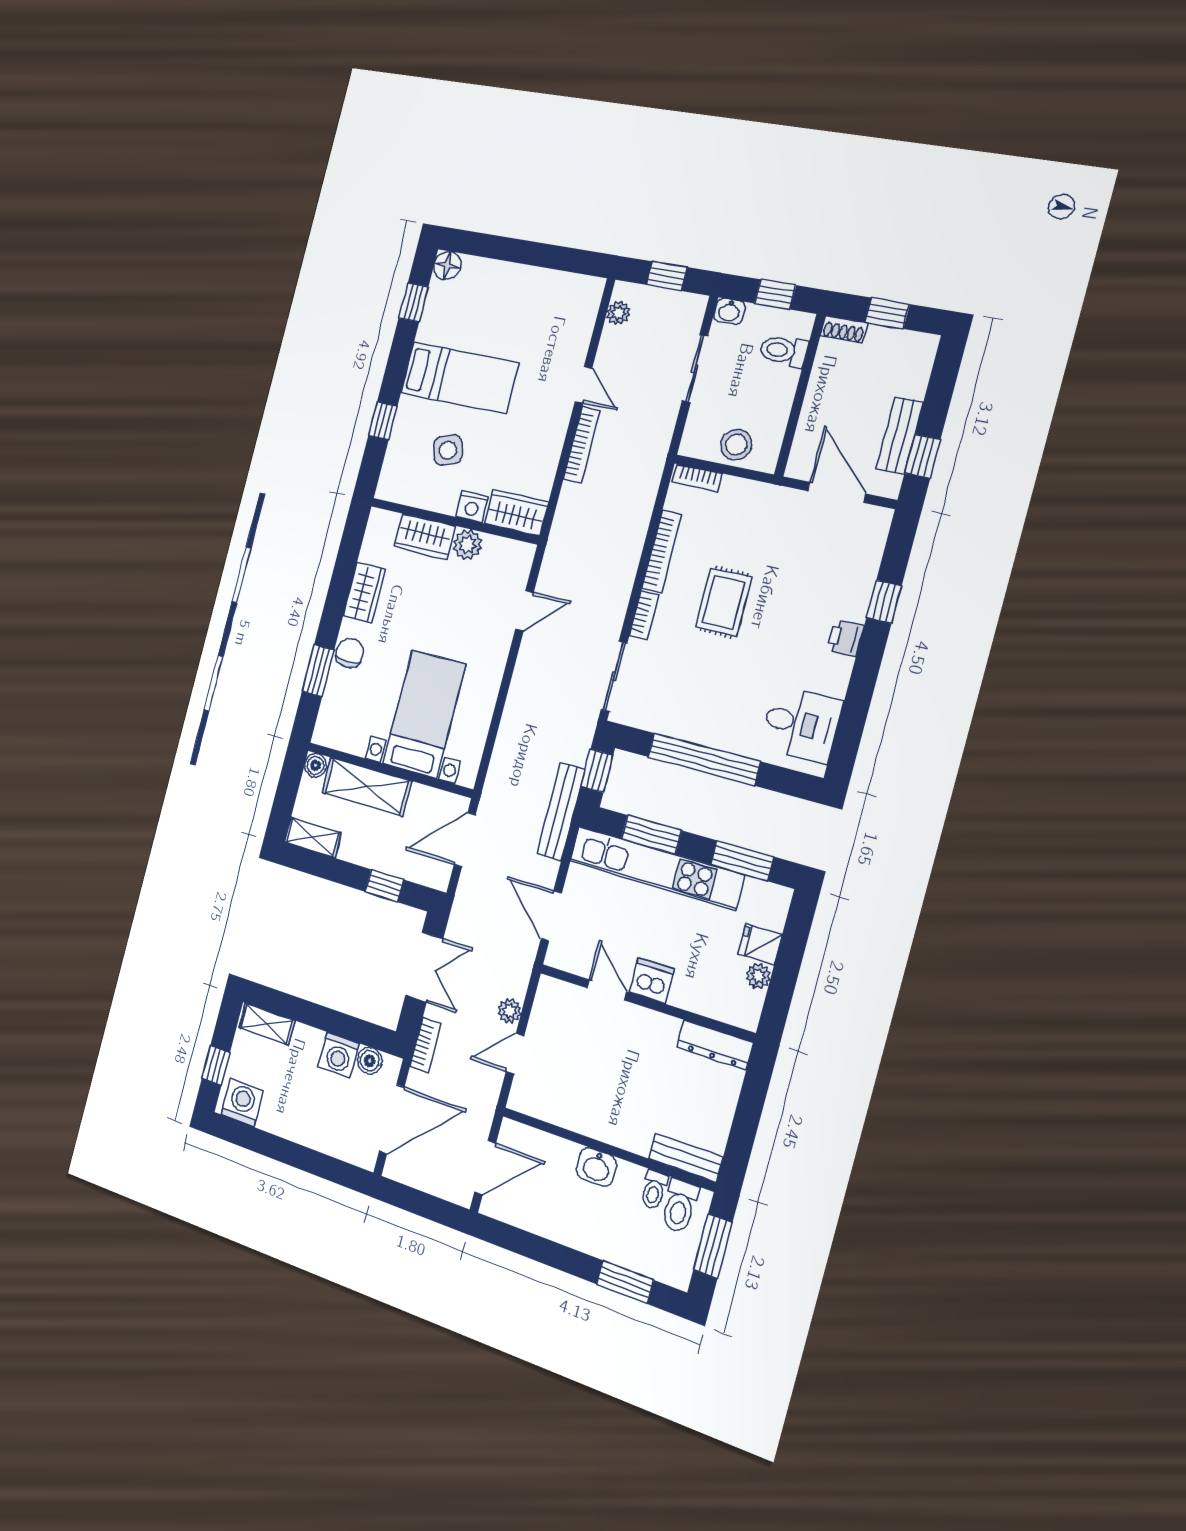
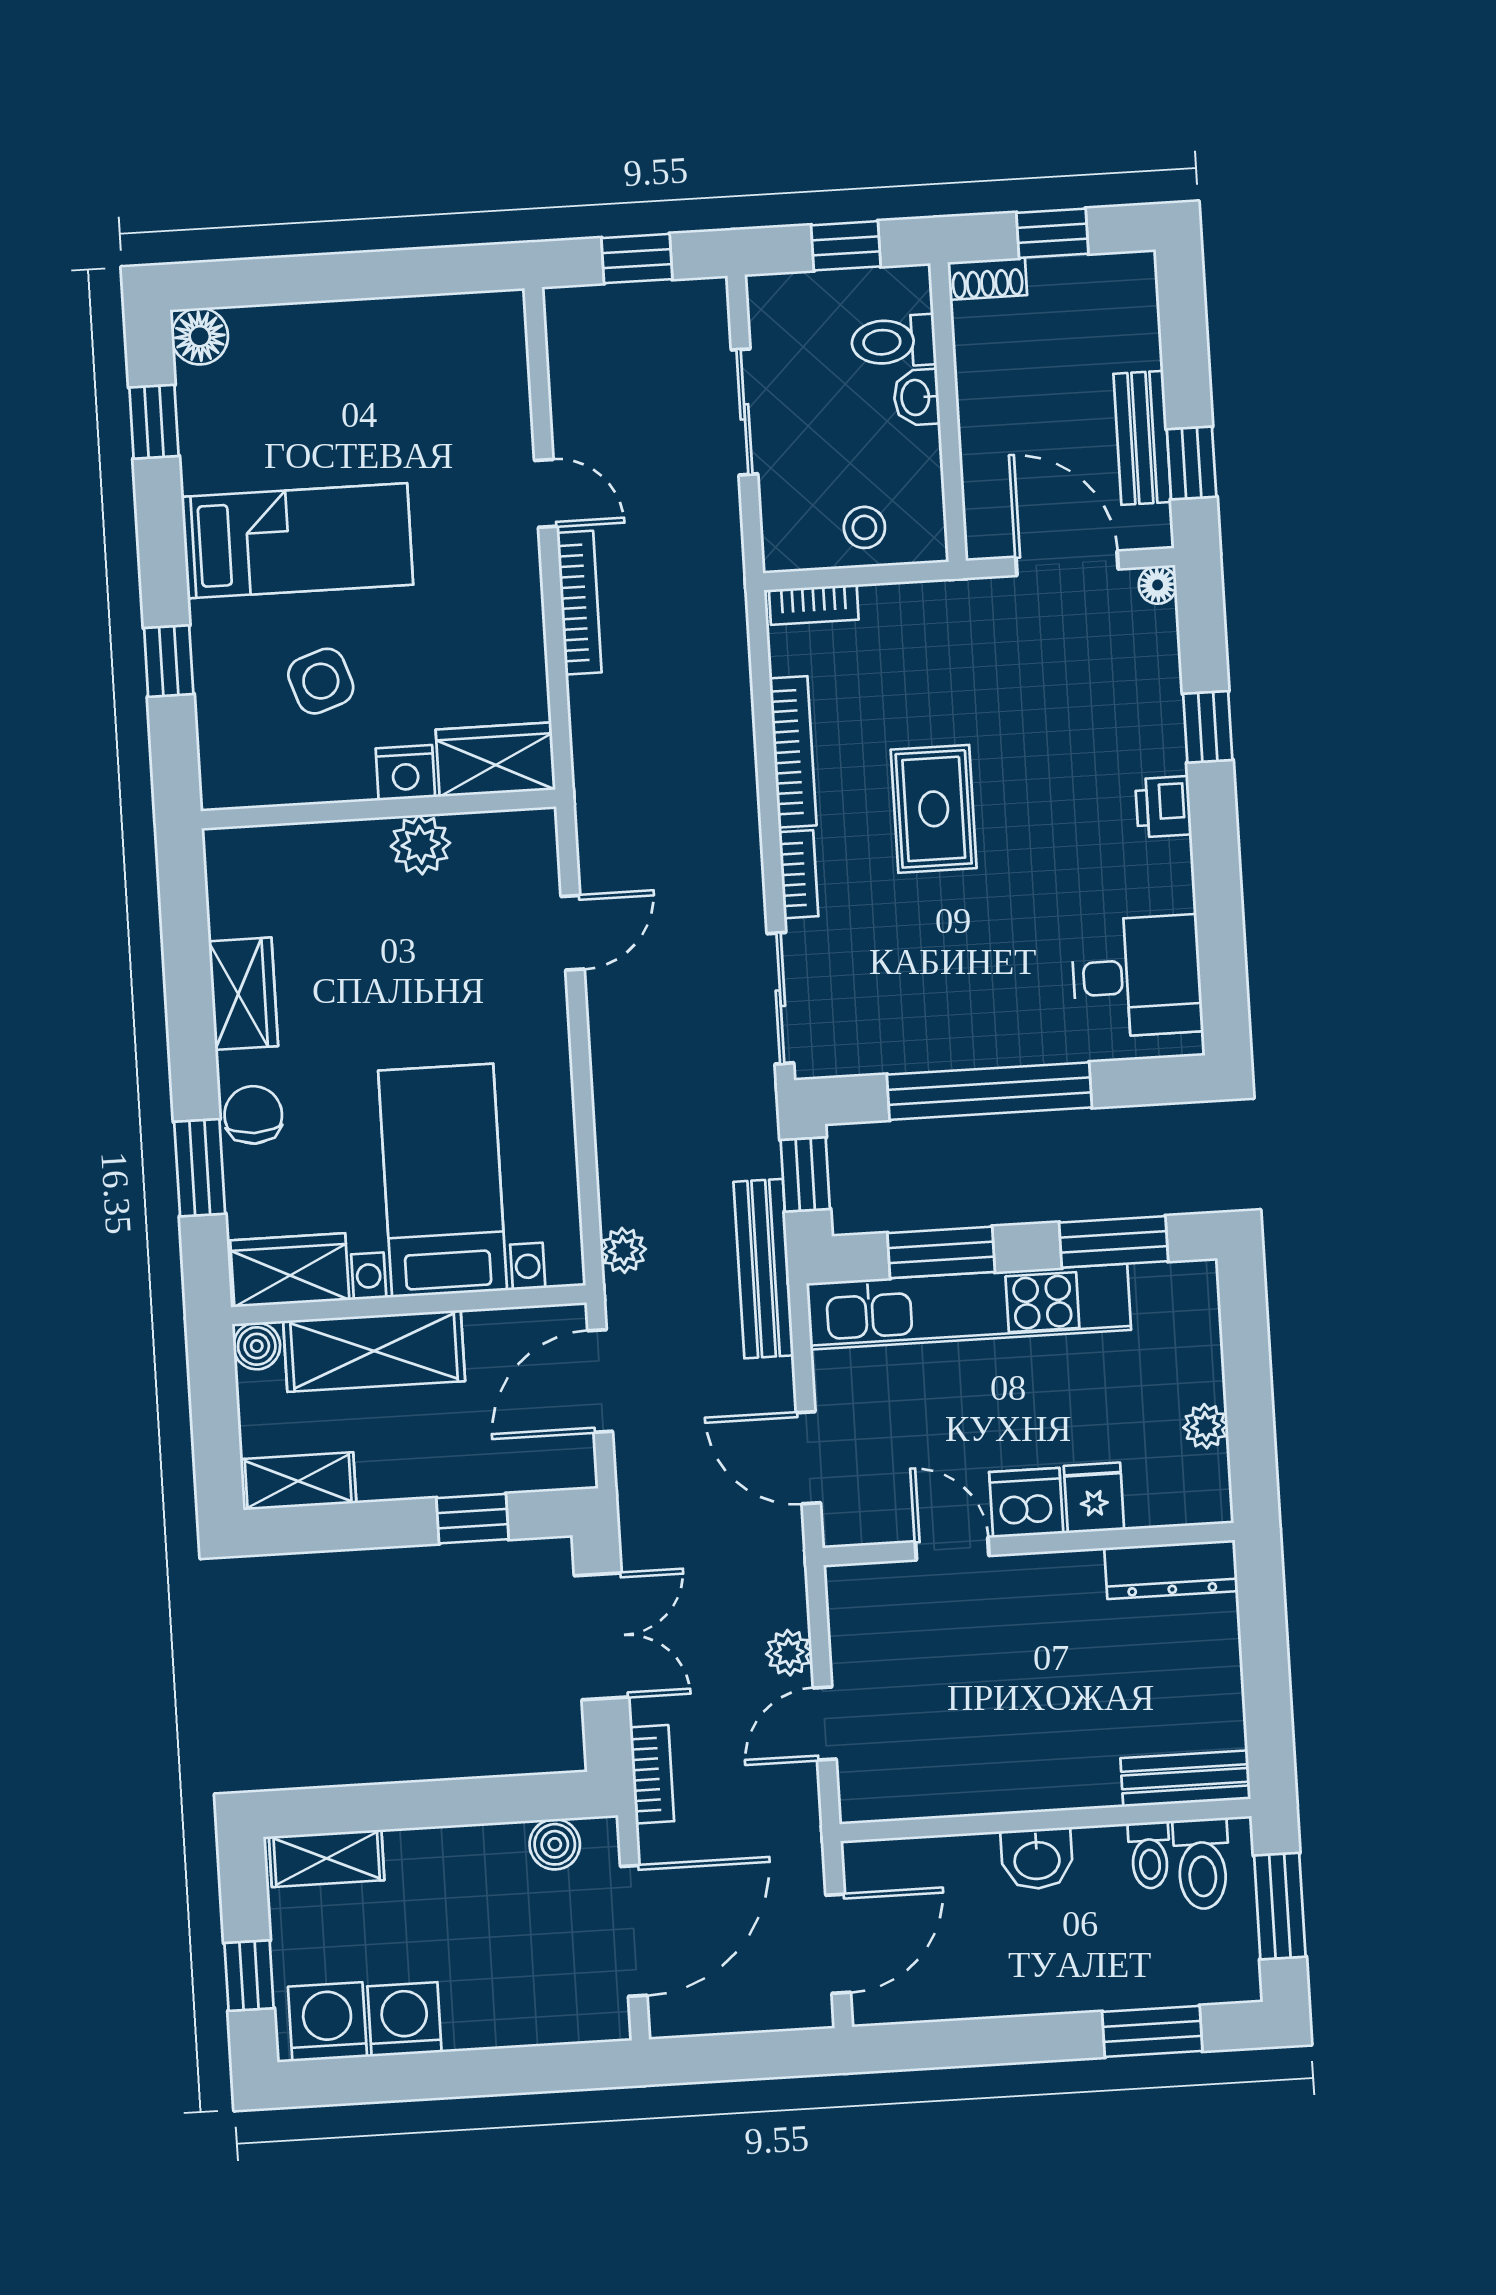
washbasin: (729, 311) -> (917, 397), moved, turned 90
plant: (618, 313) -> (623, 1250), moved
stool: (736, 445) -> (864, 527), width x0.73, depth x0.73
floor lamp: (882, 517) -> (1158, 585), added
wardrobe: (424, 536) -> (290, 1270), moved, turned 180
fridge: (760, 944) -> (1094, 1498), moved, turned 90
washing machine: (339, 1055) -> (404, 2019), moved, turned 180

